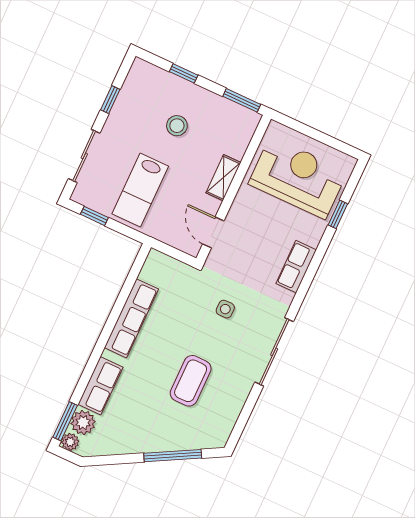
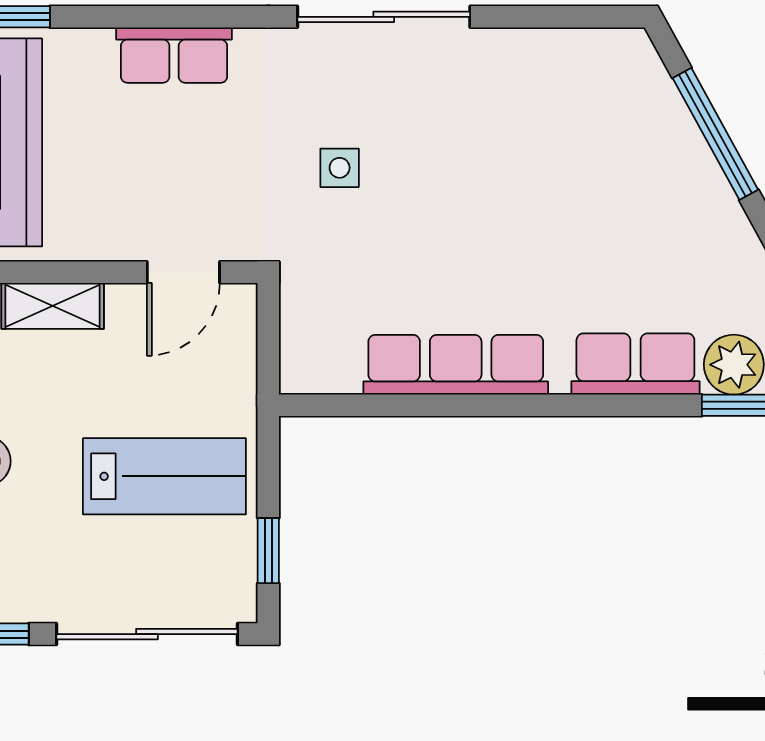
sliding door: (84, 156) -> (147, 634), width x1.37
coffee table: (191, 381) -> (533, 171), removed

